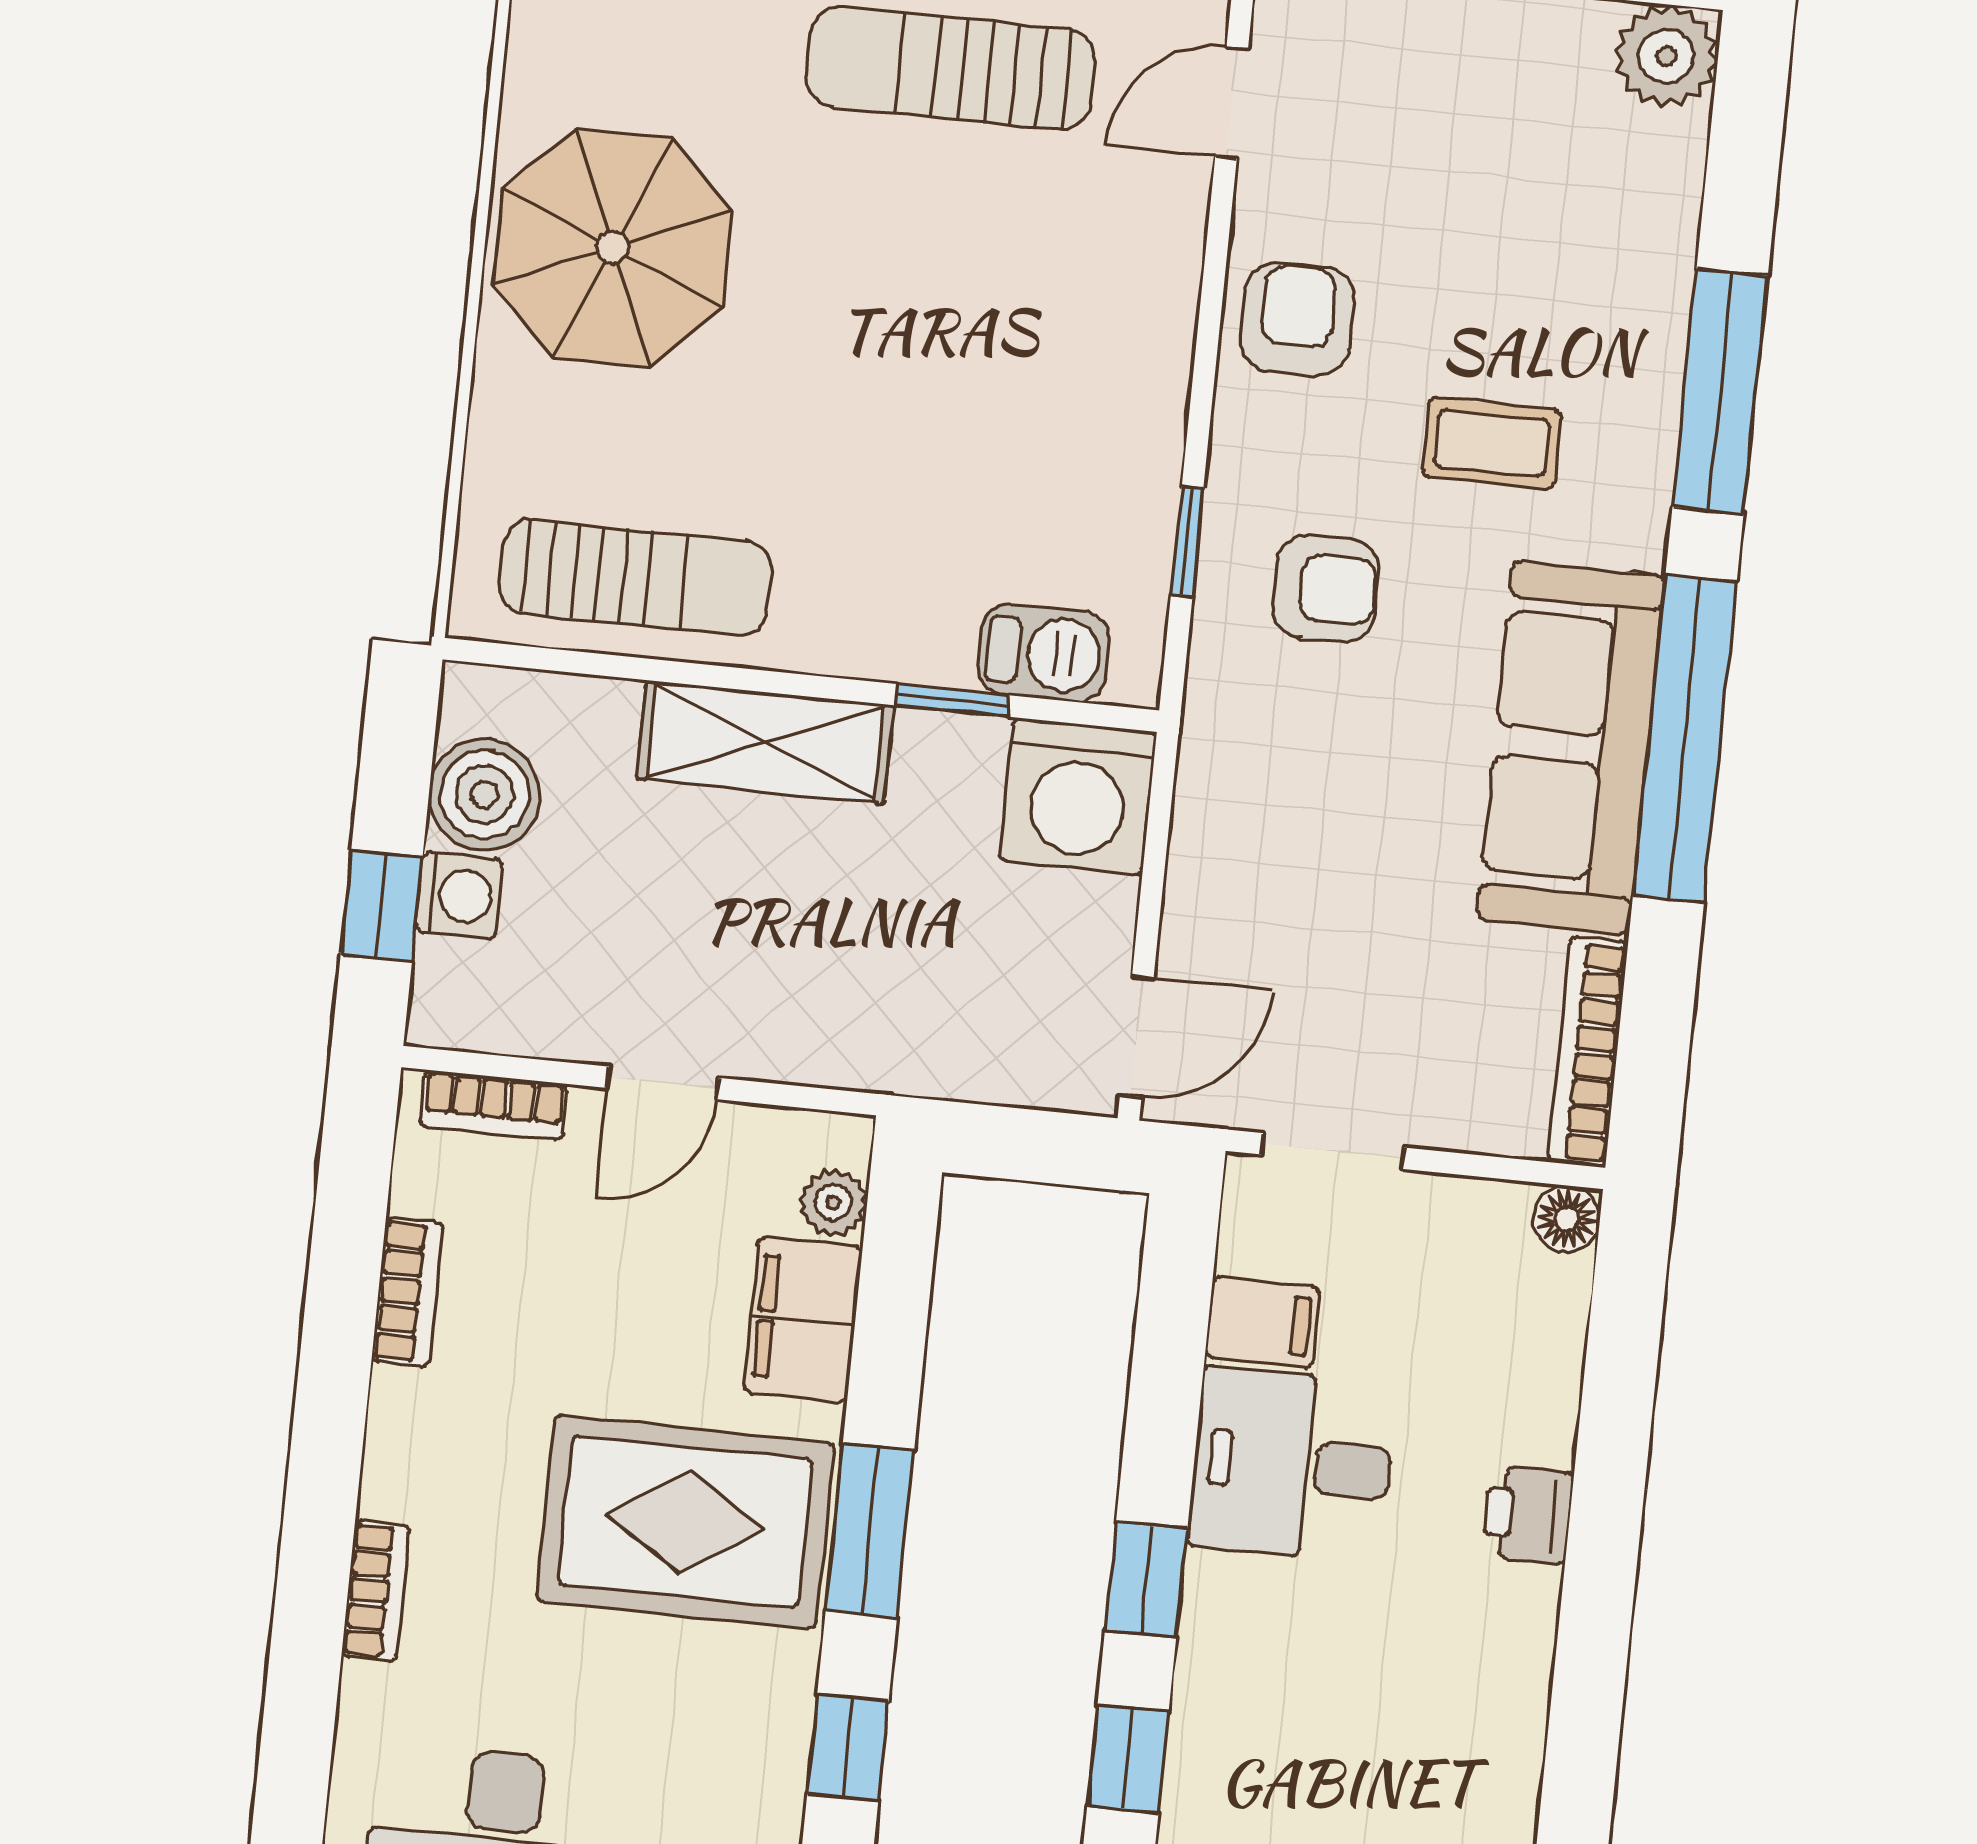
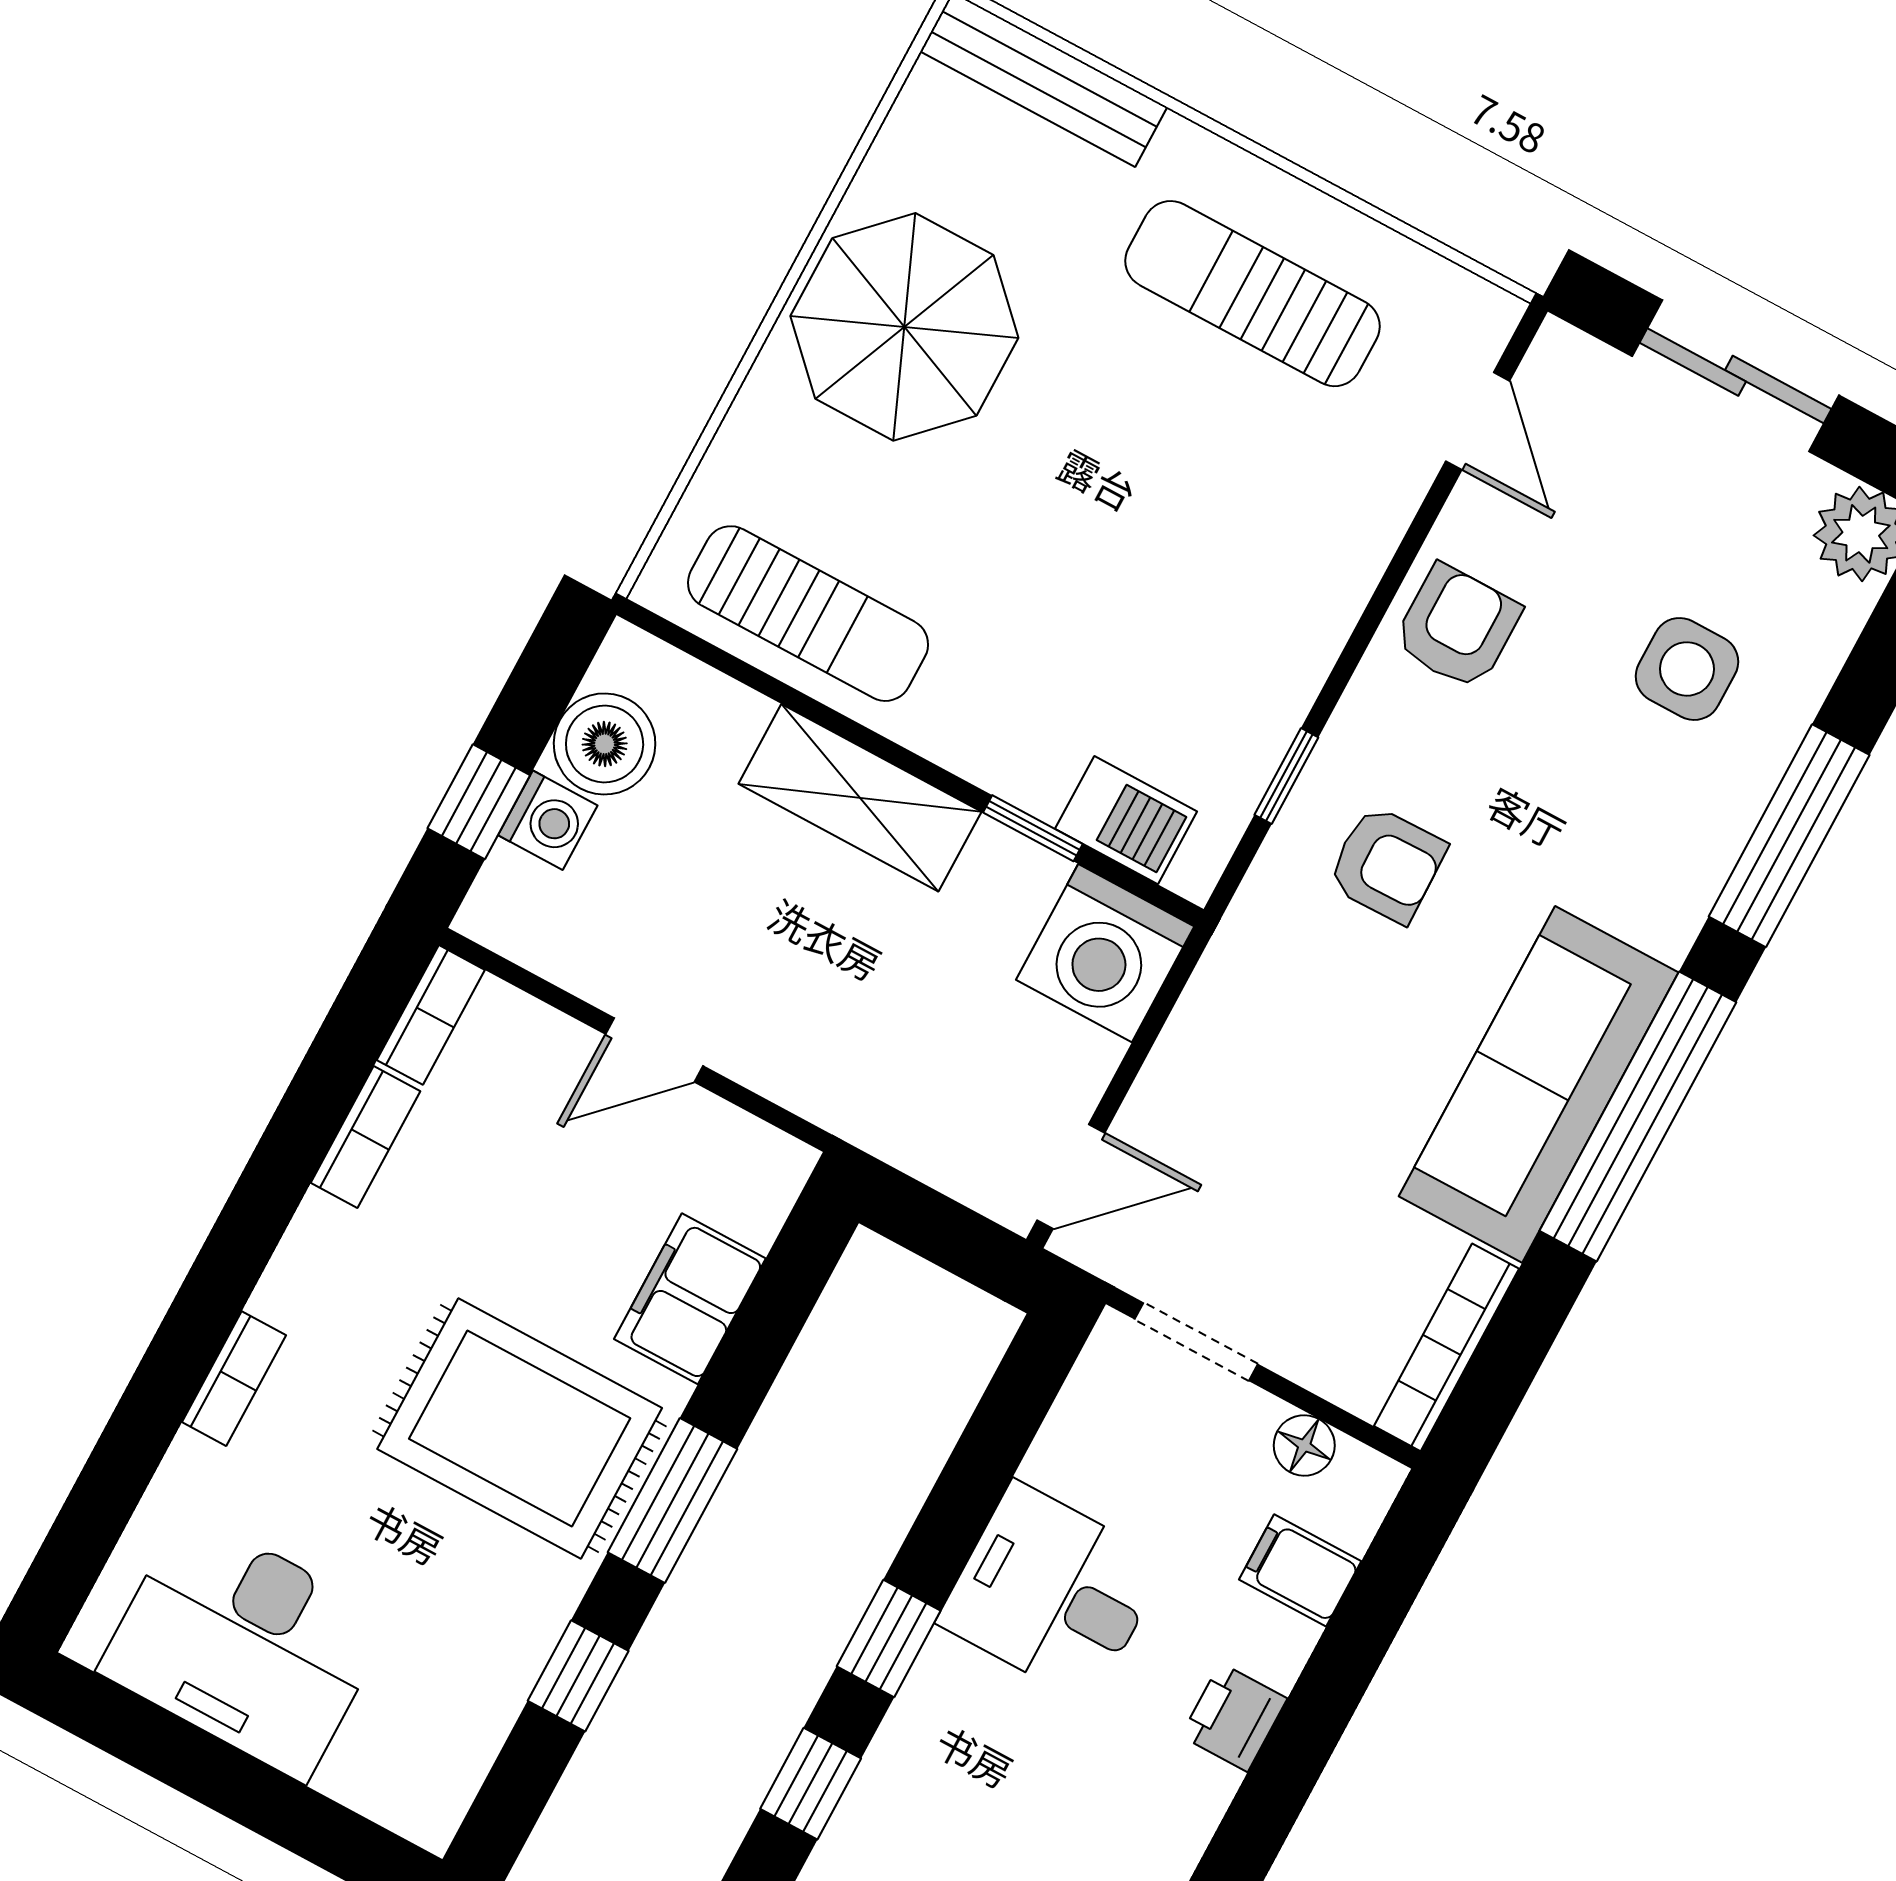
door: (1232, 103) -> (1478, 421), swing flipped
side table: (1547, 266) -> (1687, 669), added
coffee table: (1492, 443) -> (1578, 800), removed
bookcase: (493, 1105) -> (431, 1015), moved, turned -90
plant: (833, 1203) -> (756, 1211), removed
floor lamp: (1567, 1219) -> (1304, 1445), moved
filing cabinet: (1263, 1322) -> (1300, 1570), moved, turned 180

